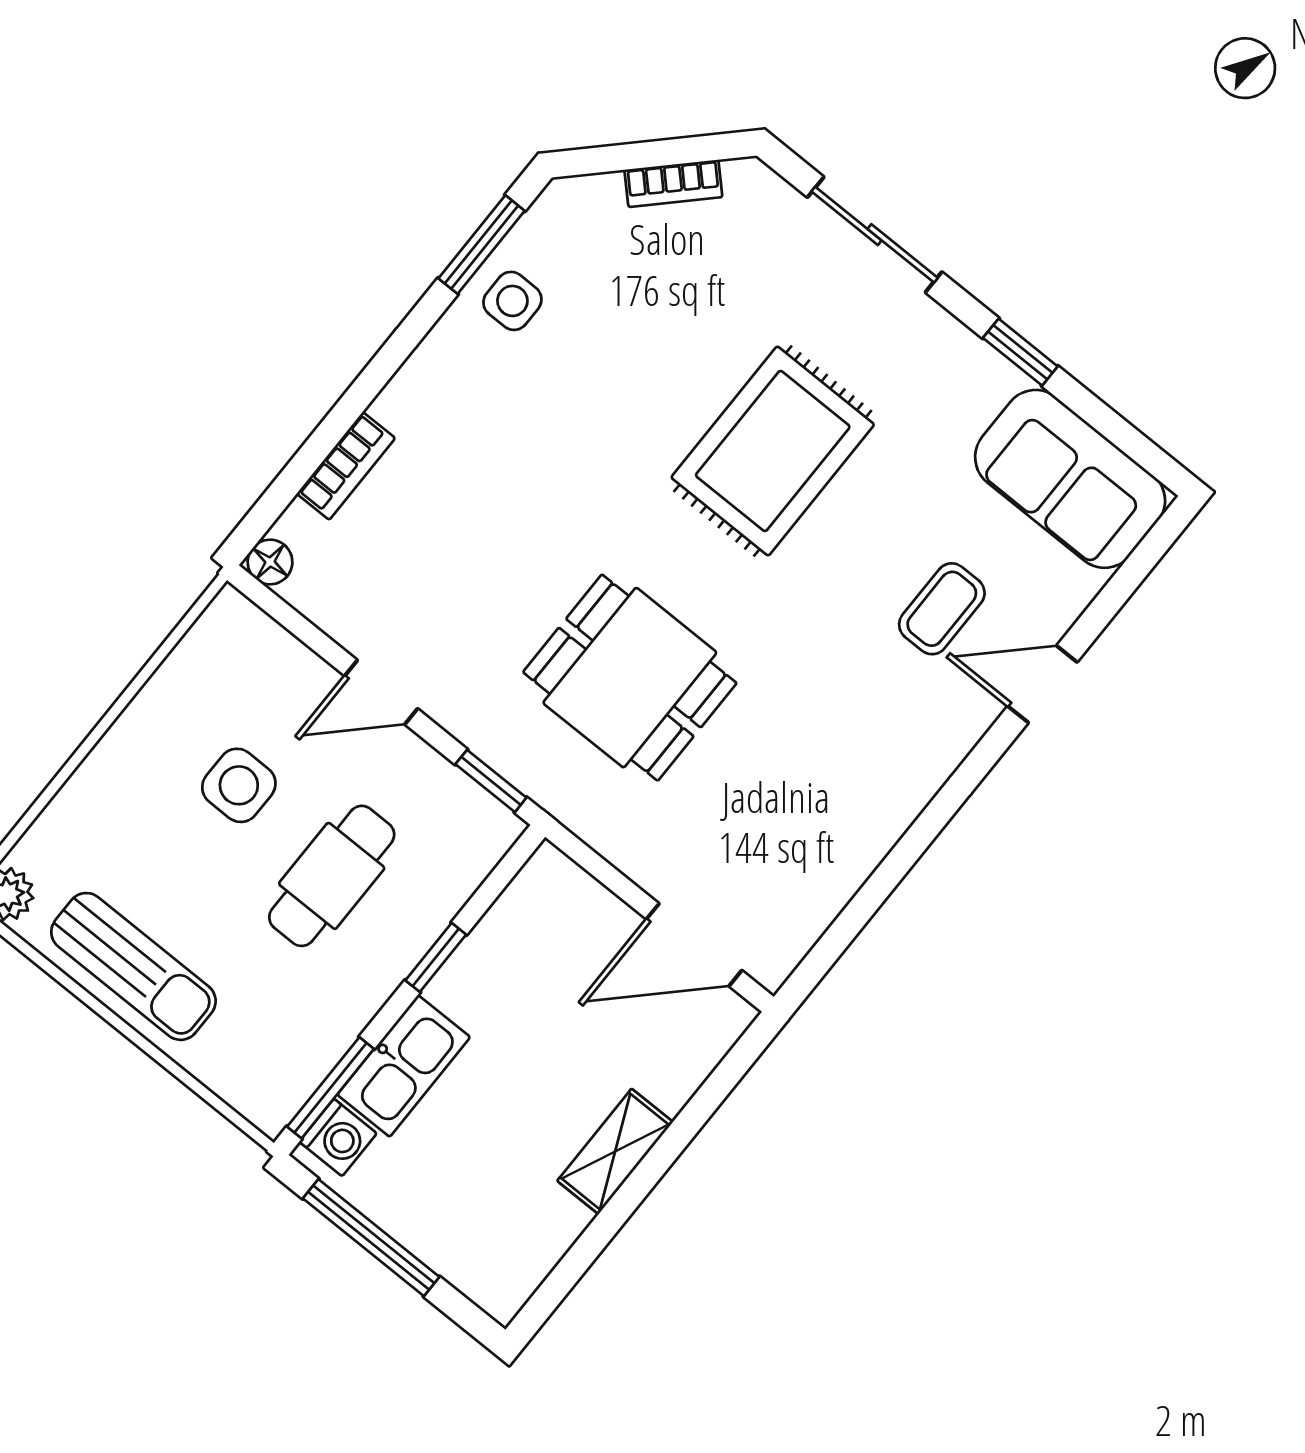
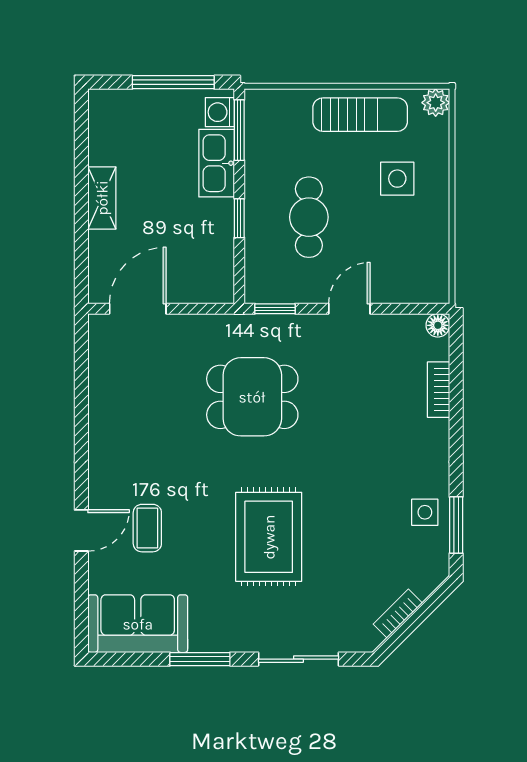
window: (1020, 352) -> (200, 659), width x1.50
side table: (239, 785) -> (397, 179), moved
sun lounger: (133, 966) -> (360, 115), turned 180

